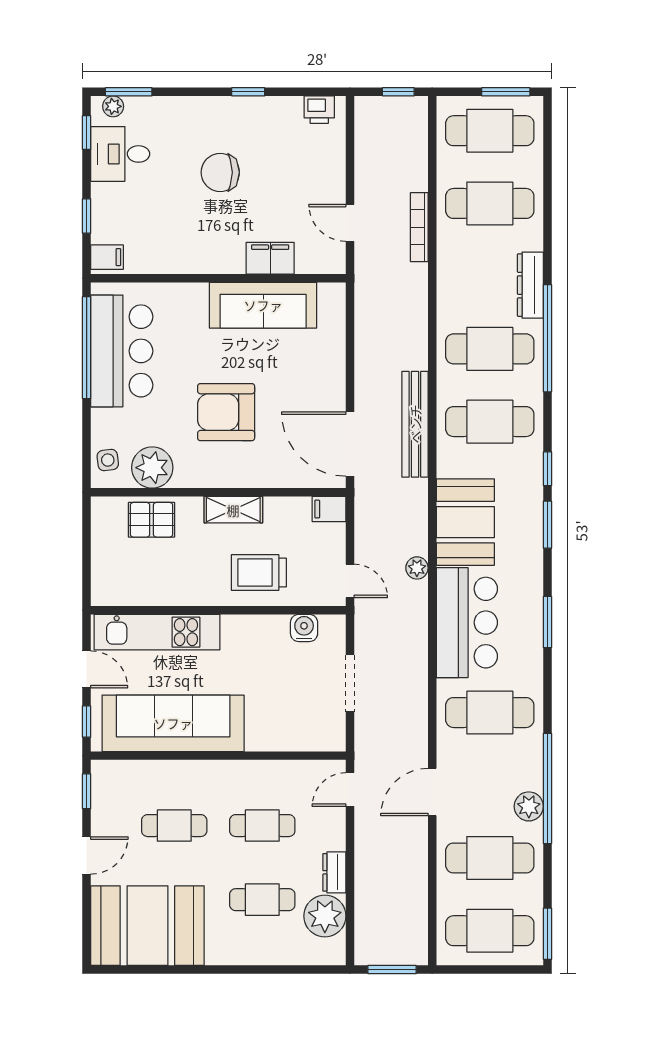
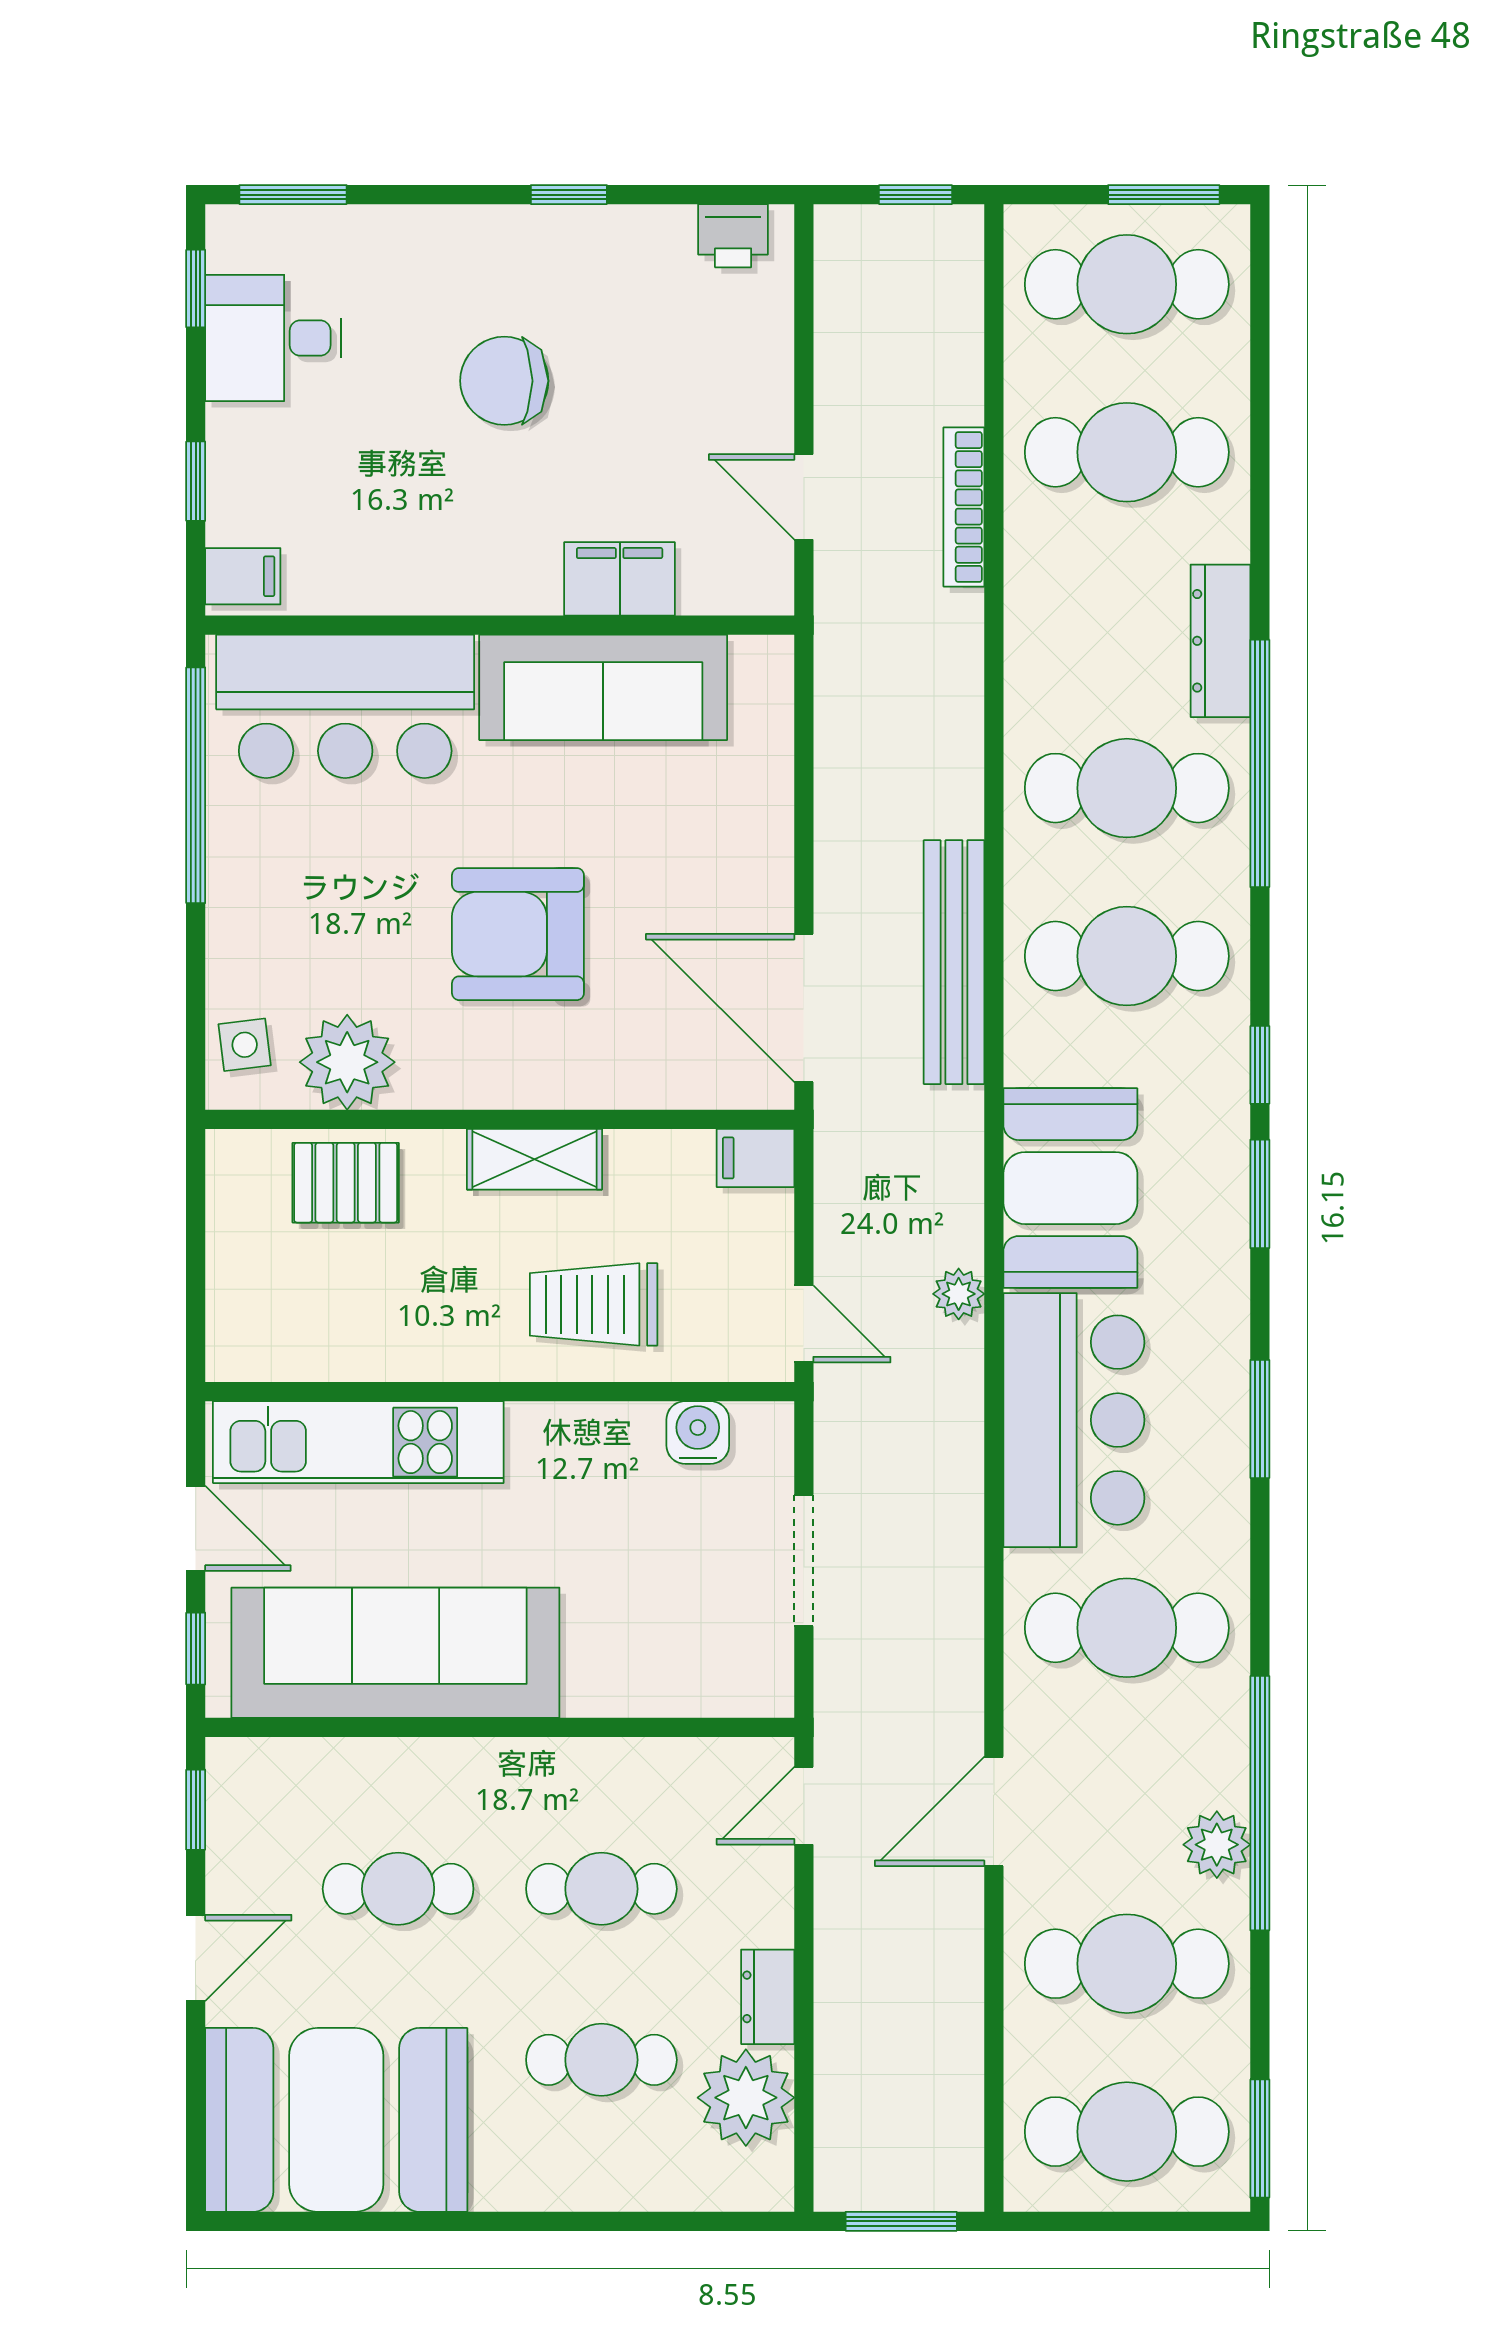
plant: (113, 106) -> (257, 228), removed
bar counter: (122, 351) -> (345, 706), moved, turned 90

